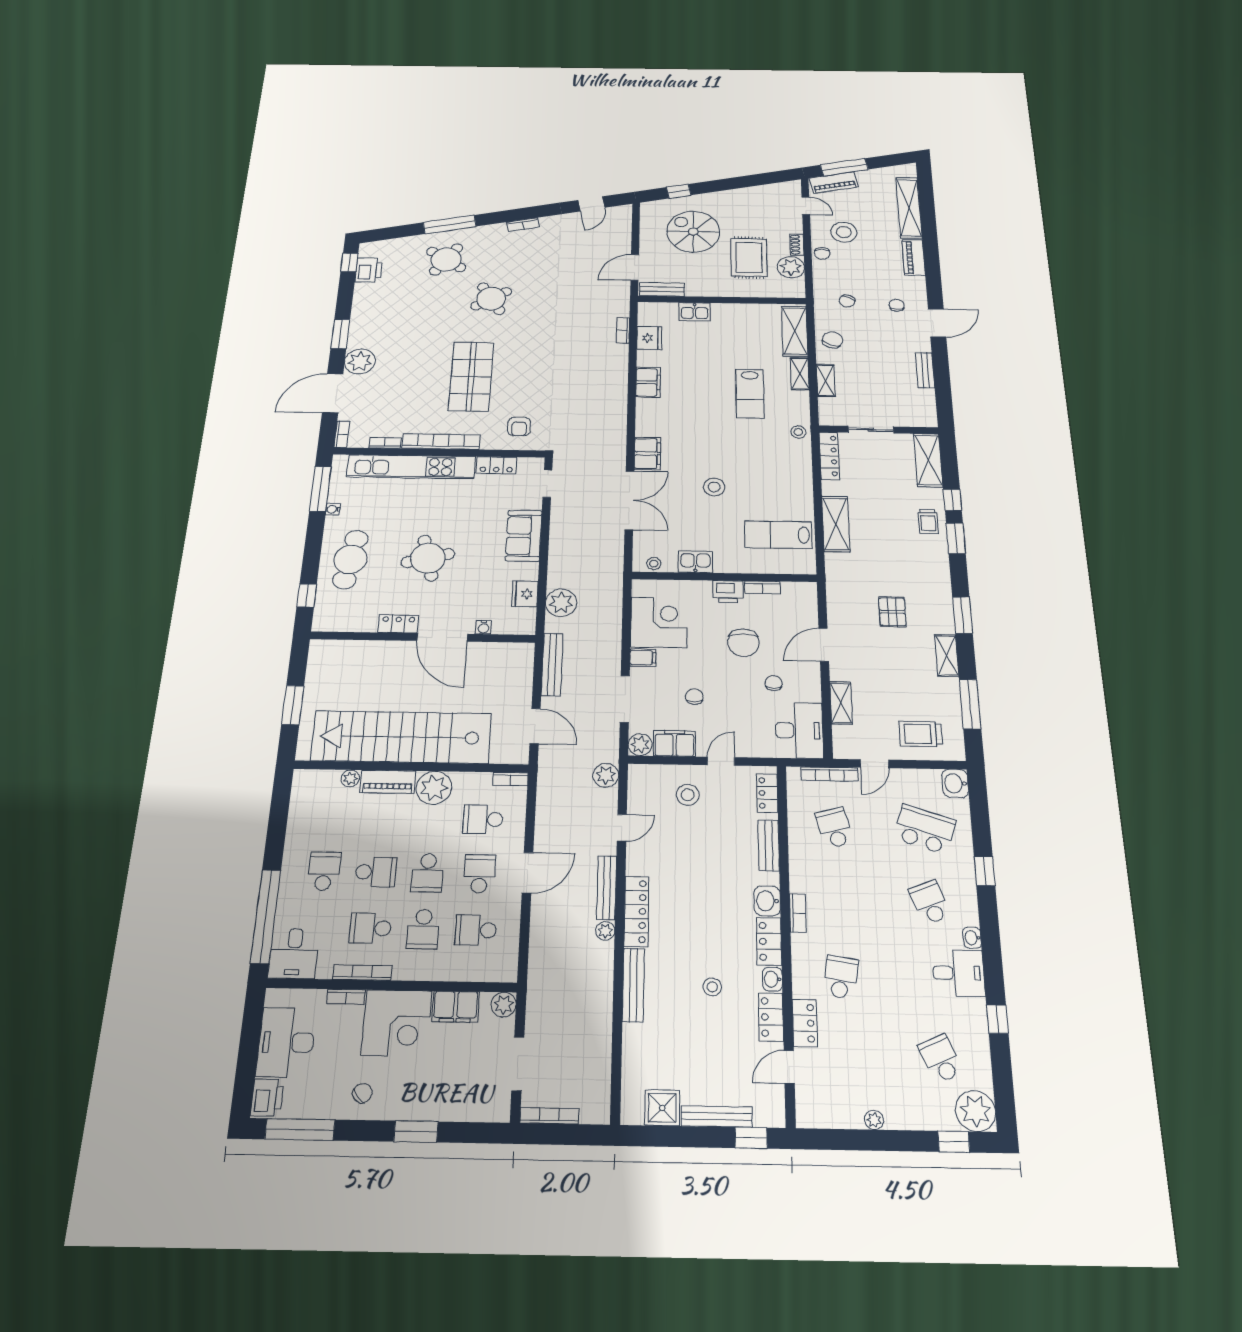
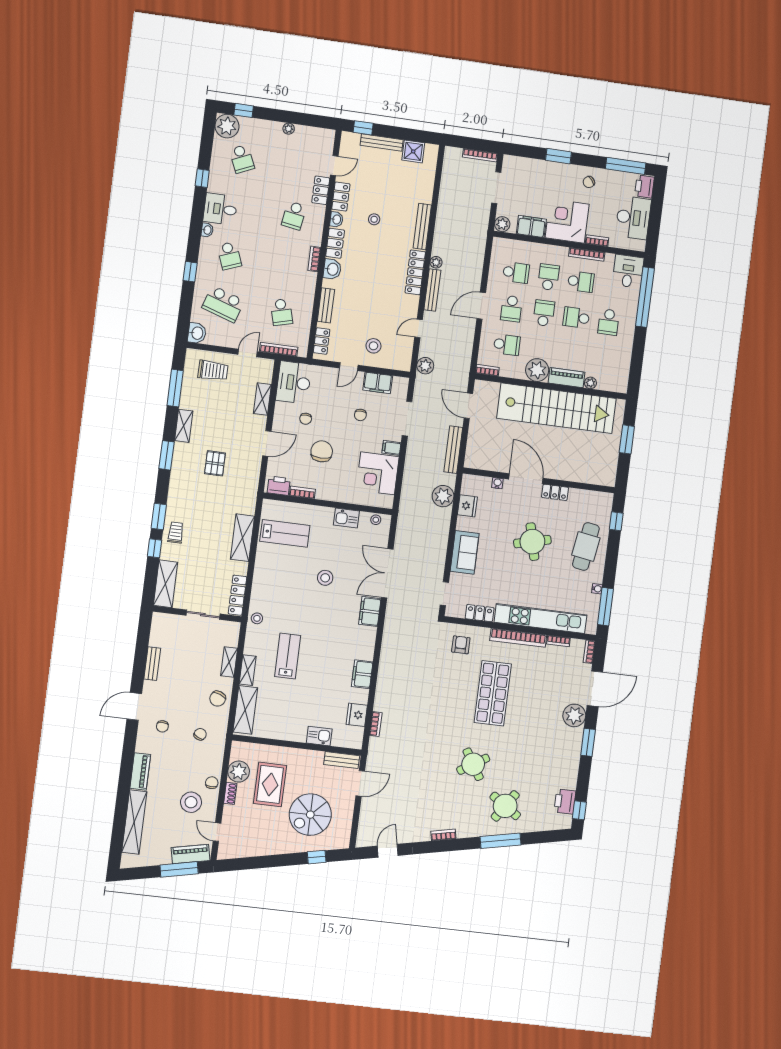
spiral stairs: (693, 232) -> (310, 815), turned 90
printer: (728, 592) -> (279, 486), moved
plant: (640, 745) -> (400, 385), removed

